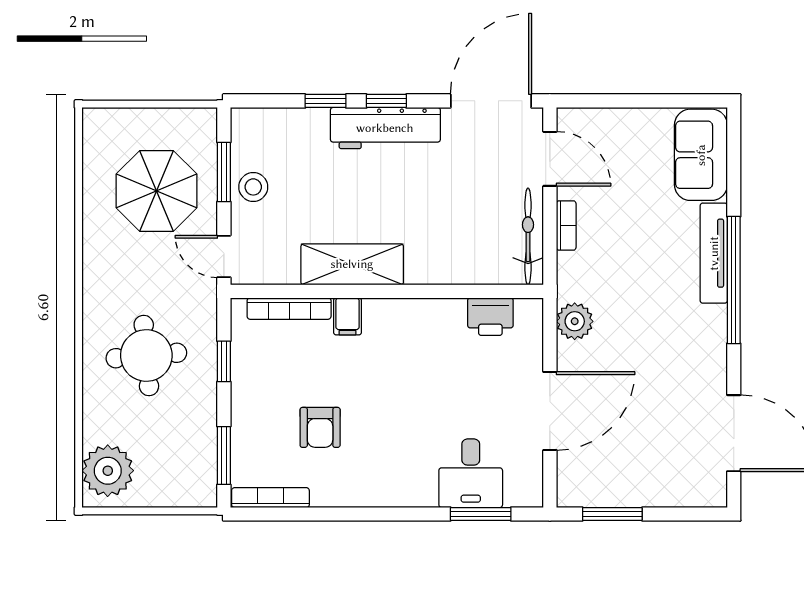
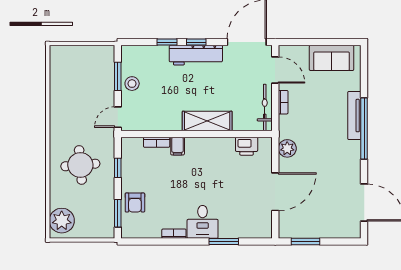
sofa: (701, 155) -> (332, 58), moved, turned -90
parasol: (156, 191) -> (85, 85), removed
door: (224, 256) -> (118, 117), hinge flipped
shelving: (352, 264) -> (207, 121), moved
bookcase: (289, 309) -> (157, 142), width x0.64
armchair: (320, 427) -> (135, 202), moved
desk: (471, 473) -> (203, 222), moved
bookcase: (270, 498) -> (174, 234), moved, width x0.64
window: (481, 514) -> (224, 242), moved

